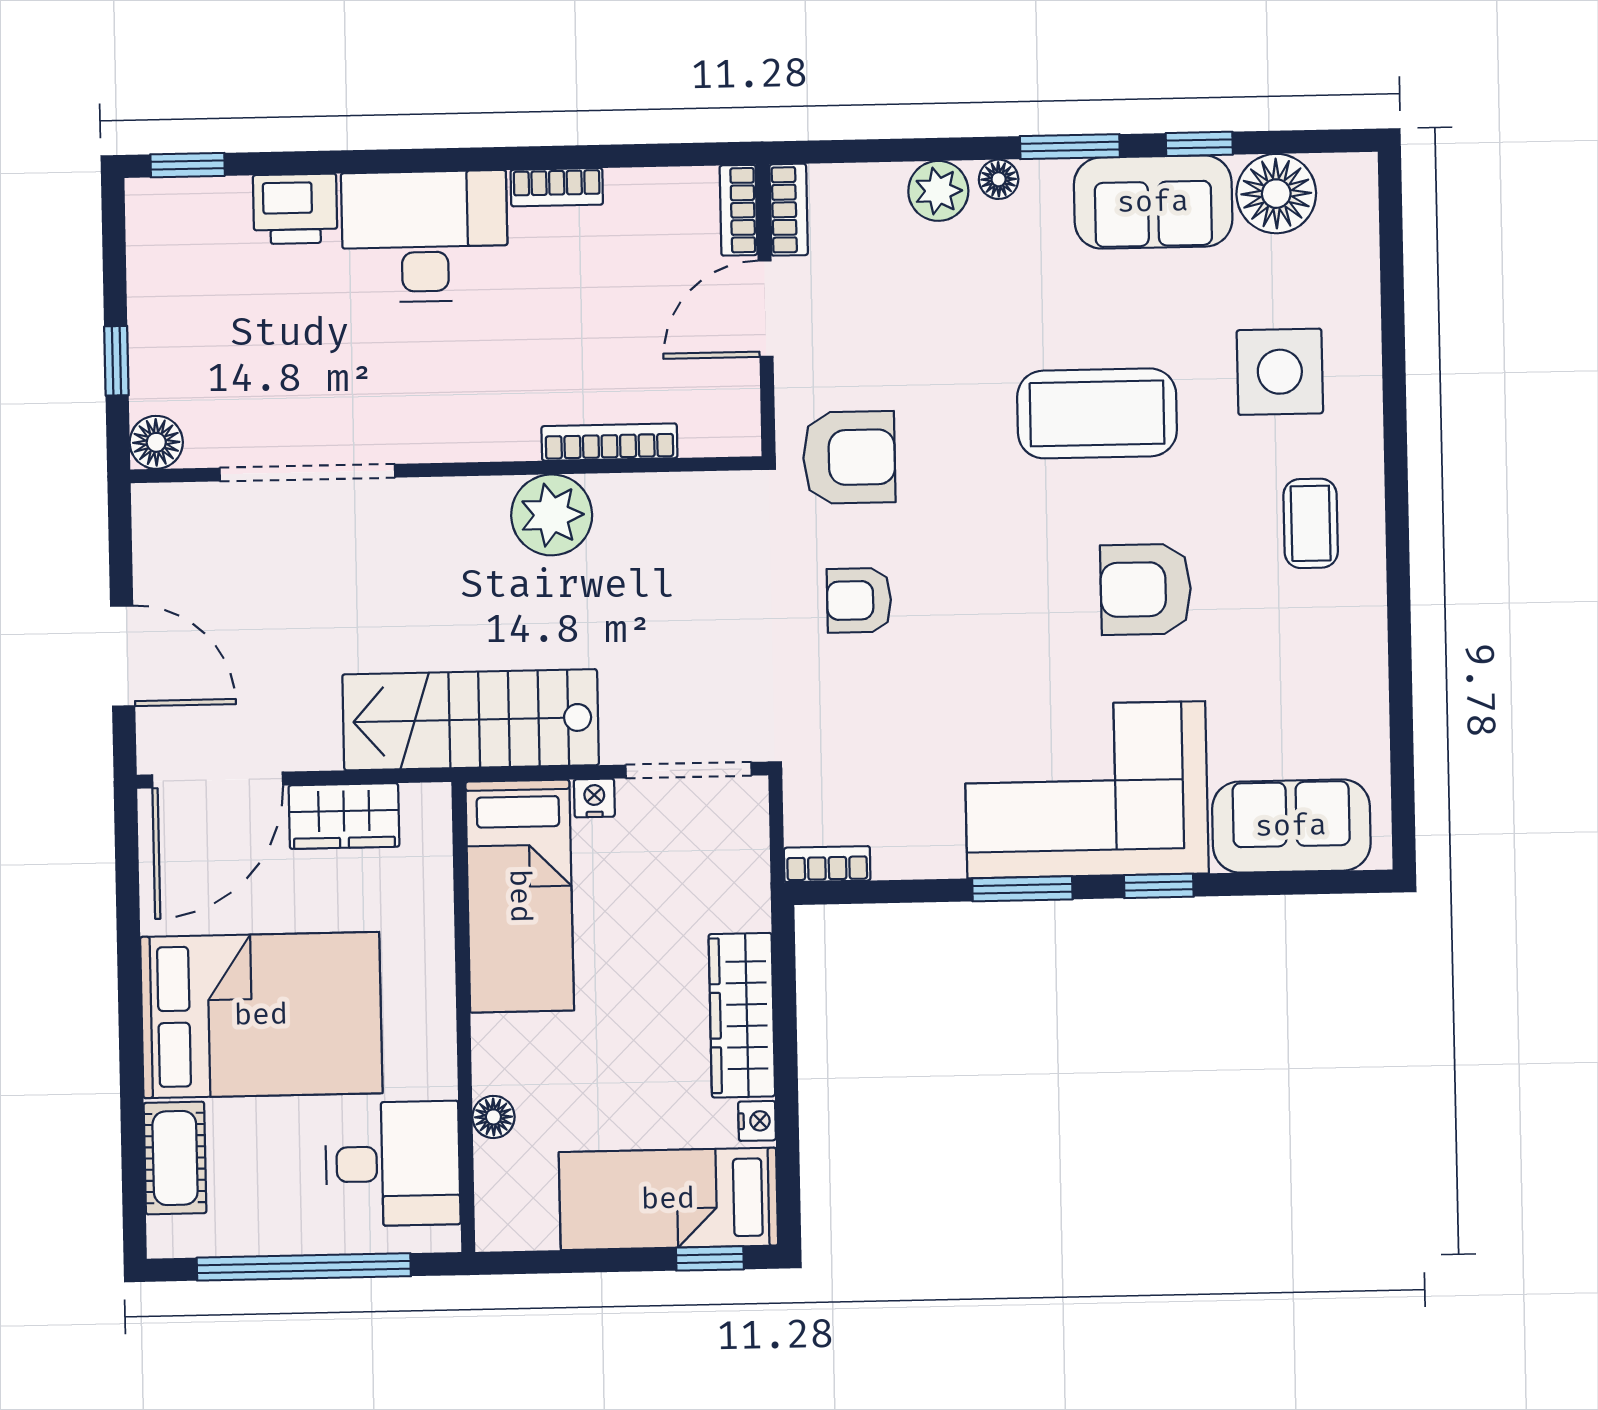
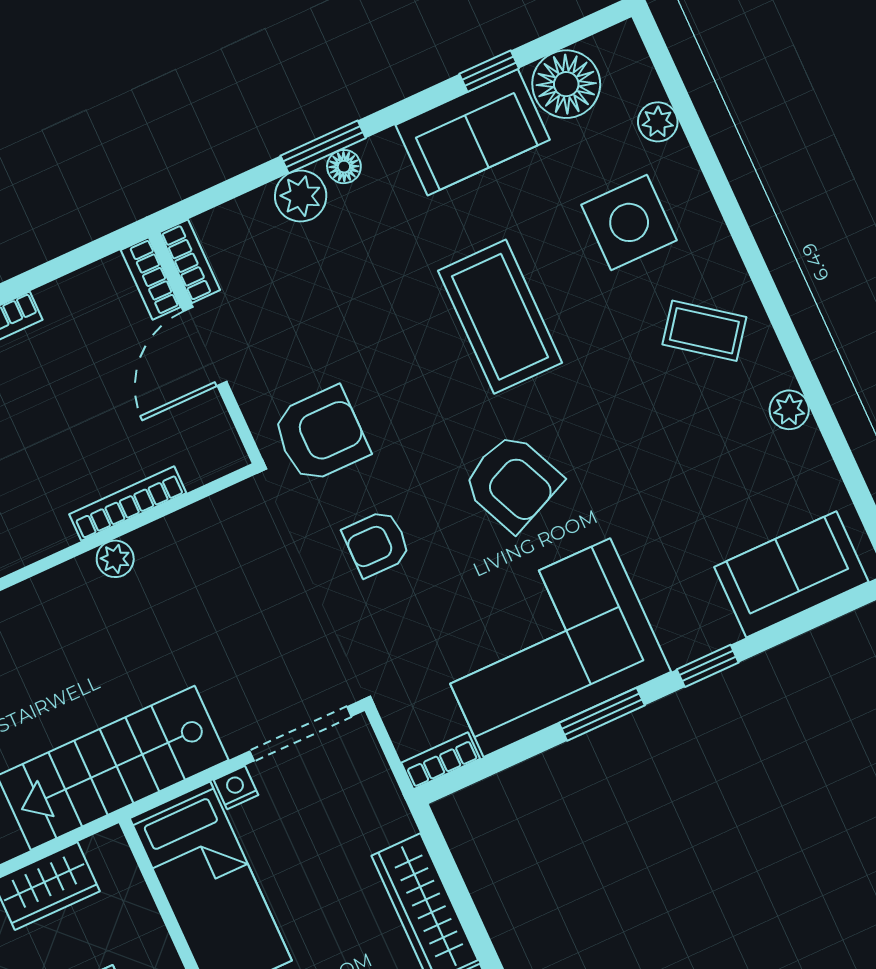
window: (1070, 147) -> (323, 147), moved
plant: (1357, 277) -> (658, 122), added
coffee table: (1097, 413) -> (500, 317), turned 90
plant: (552, 515) -> (115, 559), width x0.53, depth x0.53
coffee table: (1311, 523) -> (704, 331), turned -53
armchair: (1146, 589) -> (512, 482), moved, turned -114
plant: (1365, 648) -> (789, 410), added
corner sofa: (1086, 790) -> (547, 648), moved

